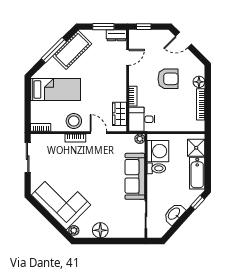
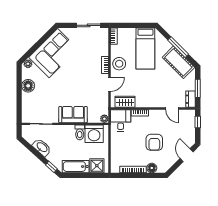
sofa: (135, 176) -> (73, 115), width x0.73

